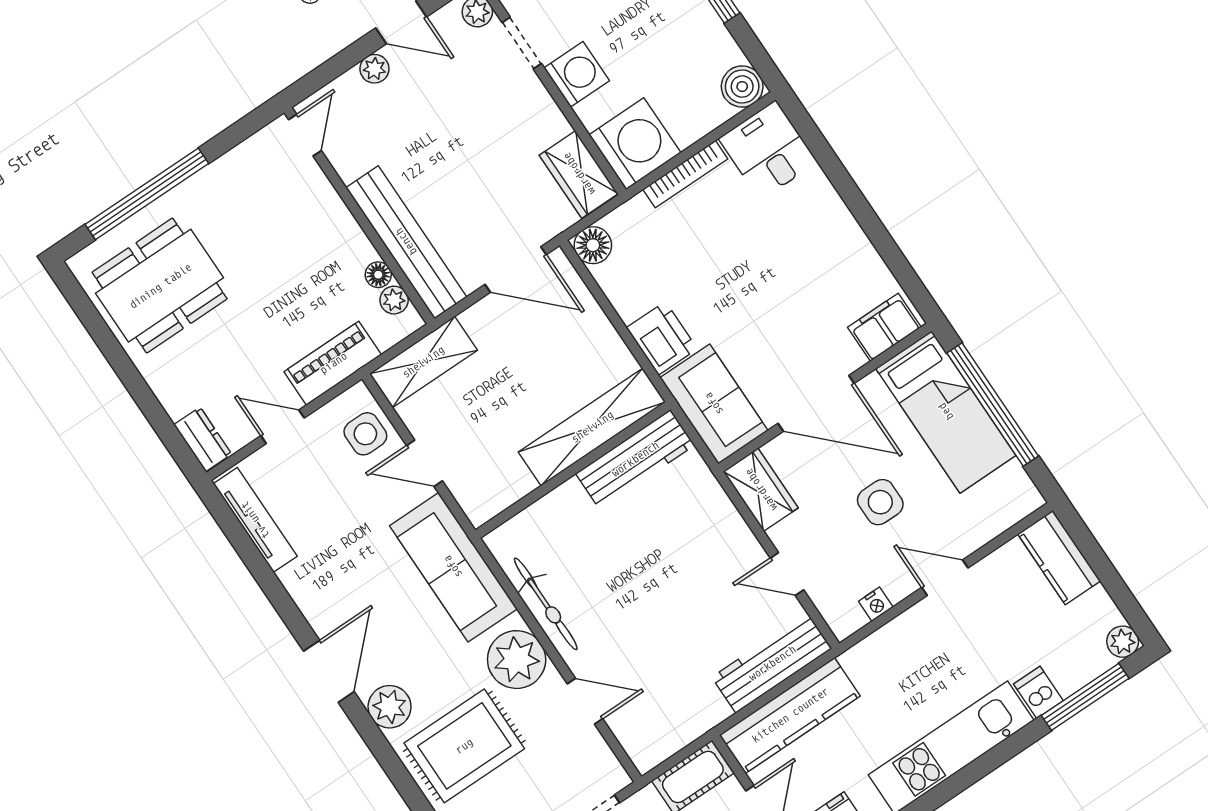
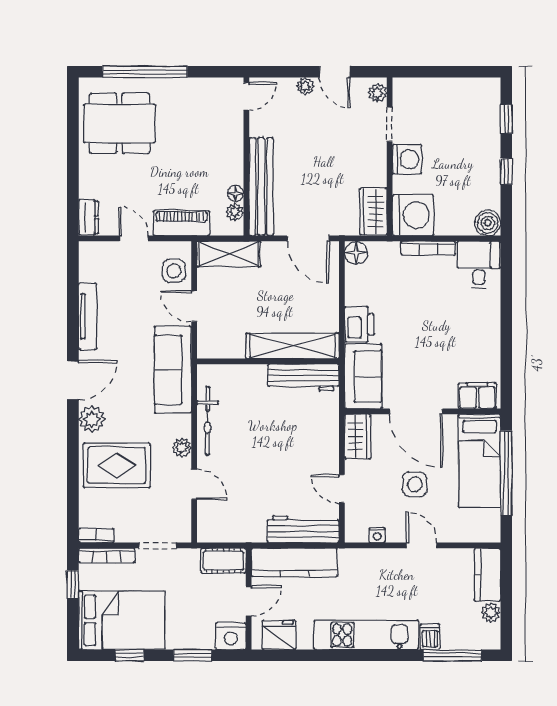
tv unit: (255, 520) -> (88, 316), moved
plant: (1123, 642) -> (491, 613), moved
plant: (517, 660) -> (182, 448), width x0.53, depth x0.53

